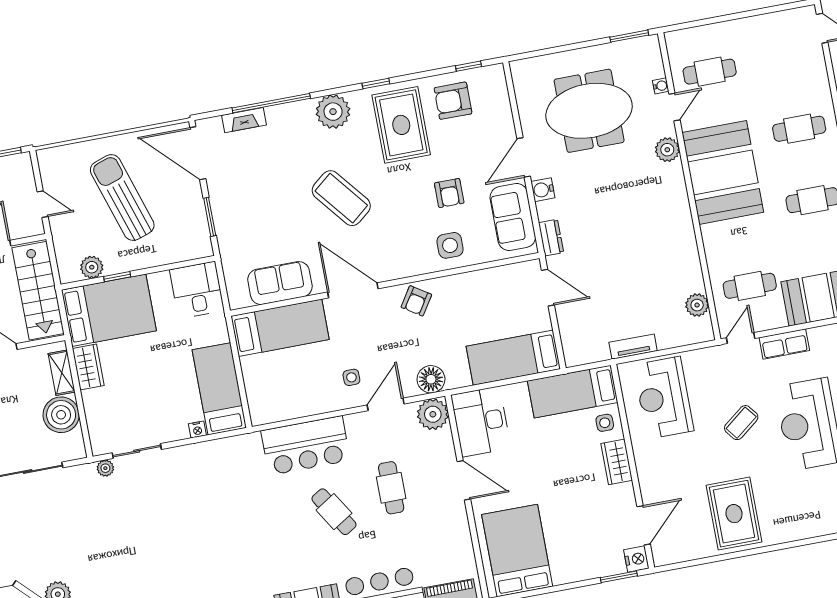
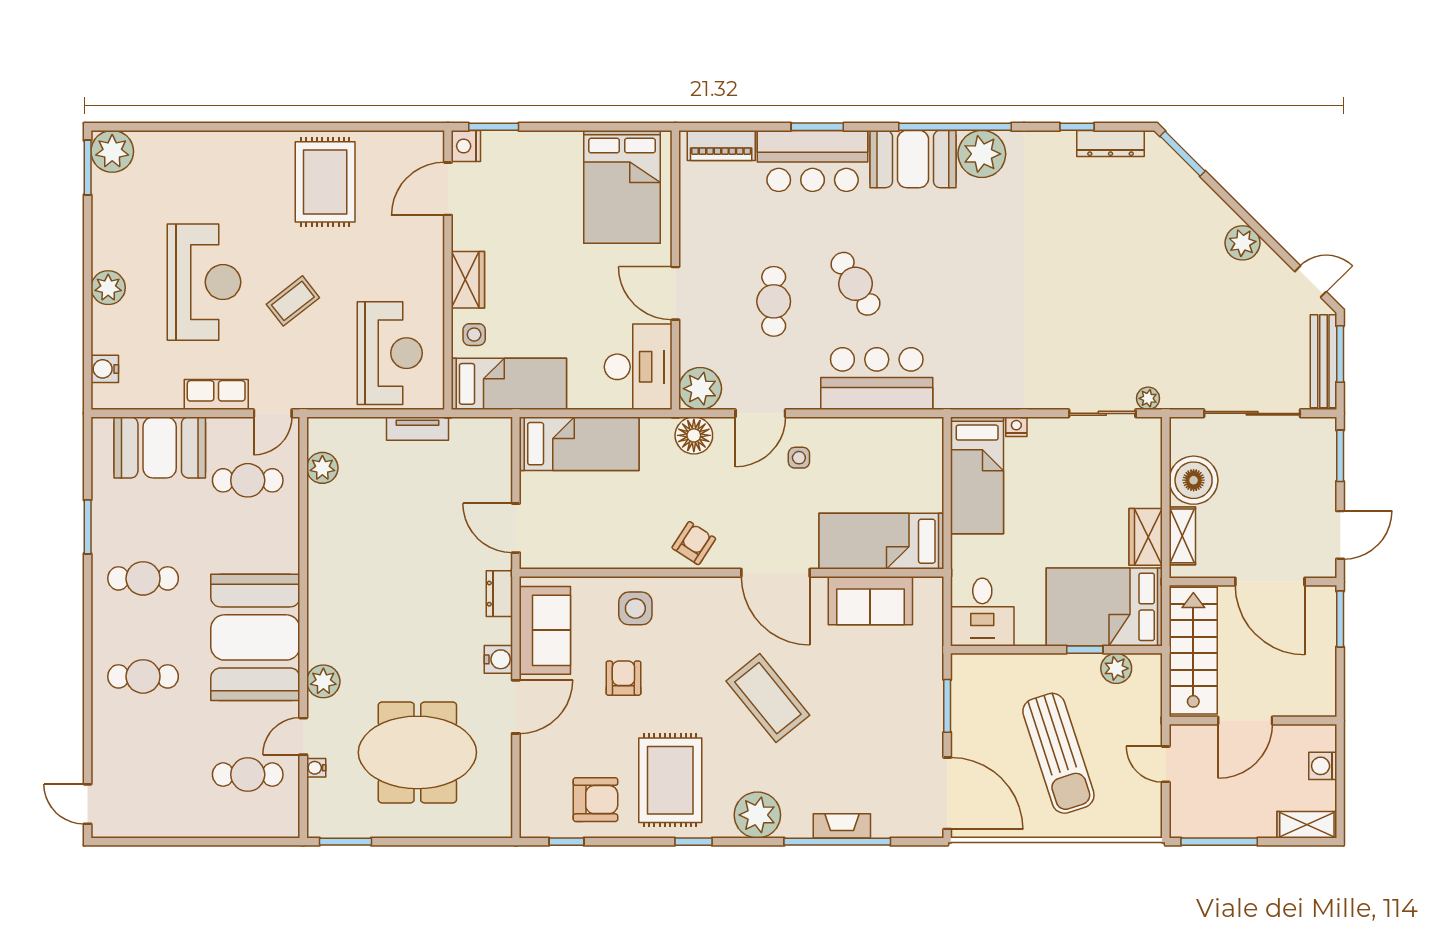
fireplace: (244, 120) -> (842, 826), moved

